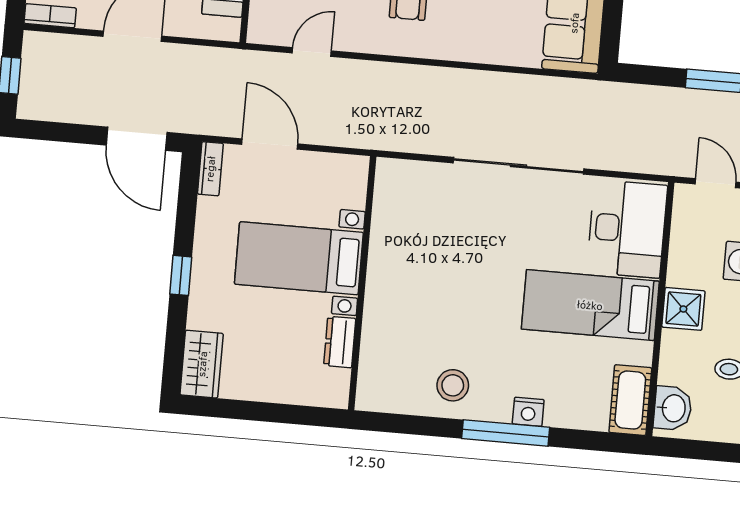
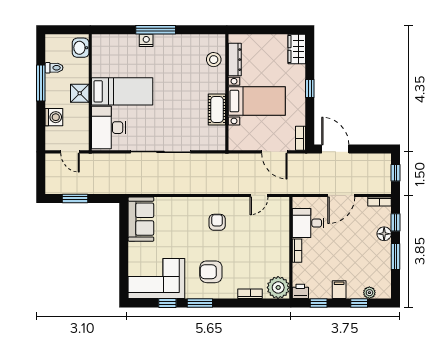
dresser: (340, 342) -> (235, 60), width x1.44
stool: (453, 385) -> (214, 60), moved
cot: (630, 400) -> (217, 109), moved

